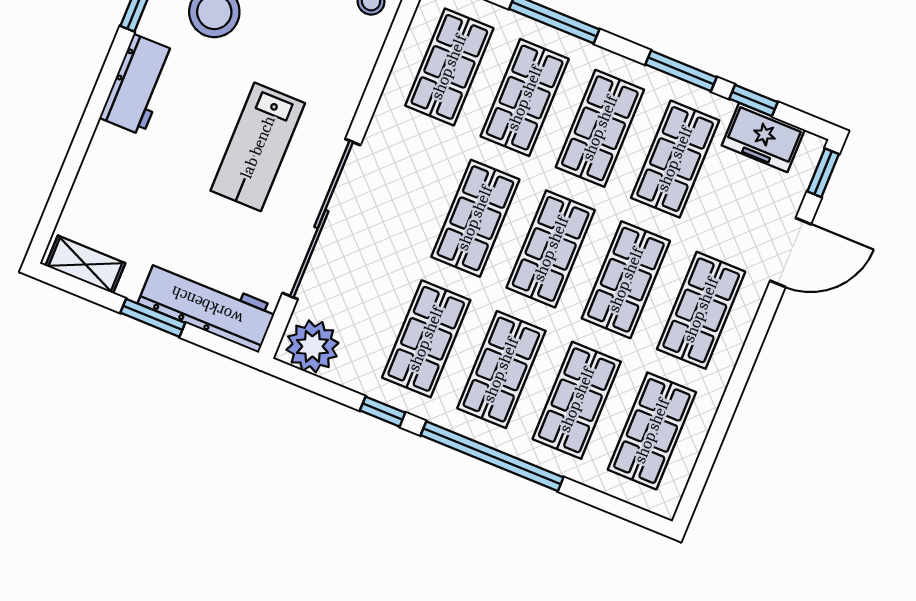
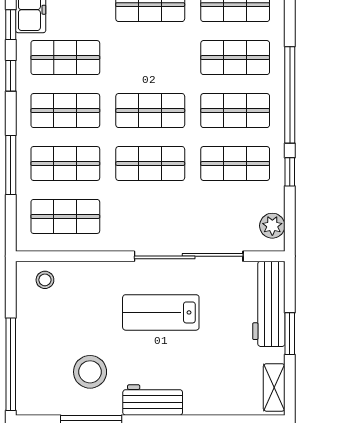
window: (681, 71) -> (11, 76), width x0.67
lab bench: (258, 147) -> (161, 312), turned 180
shop shelf: (626, 280) -> (150, 58), removed
plant: (312, 346) -> (272, 226), width x0.73, depth x0.73

